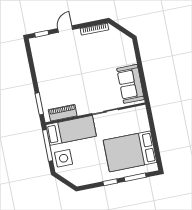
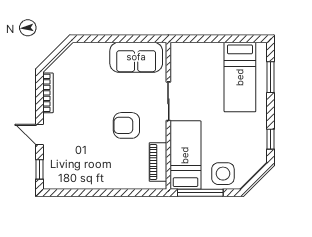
armchair: (83, 87) -> (126, 125), added
window: (39, 104) -> (138, 193), removed
bed: (130, 151) -> (240, 77), width x0.67
window: (110, 182) -> (270, 139), moved

